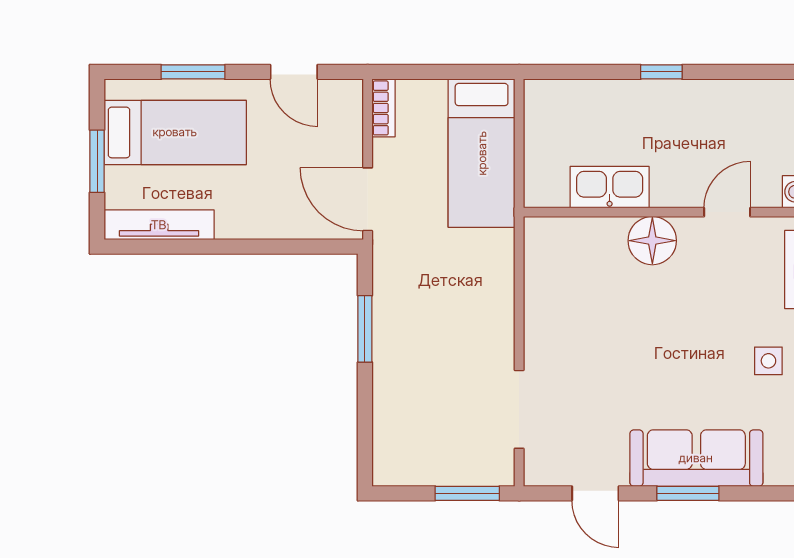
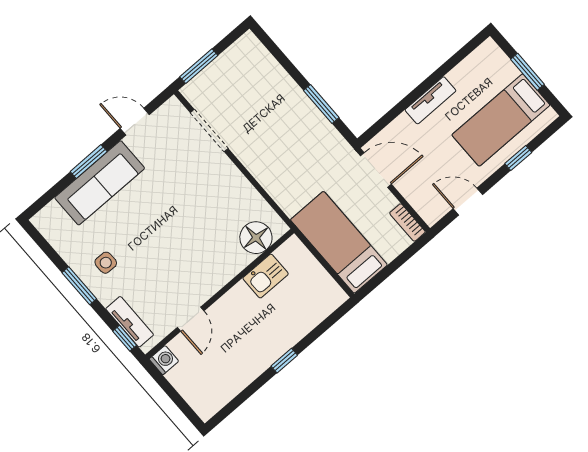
window: (193, 72) -> (518, 158), width x0.67
kitchen sink: (610, 187) -> (266, 276), width x0.73
tv unit: (159, 225) -> (431, 100), moved, width x0.71
floor lamp: (652, 241) -> (256, 238), moved

